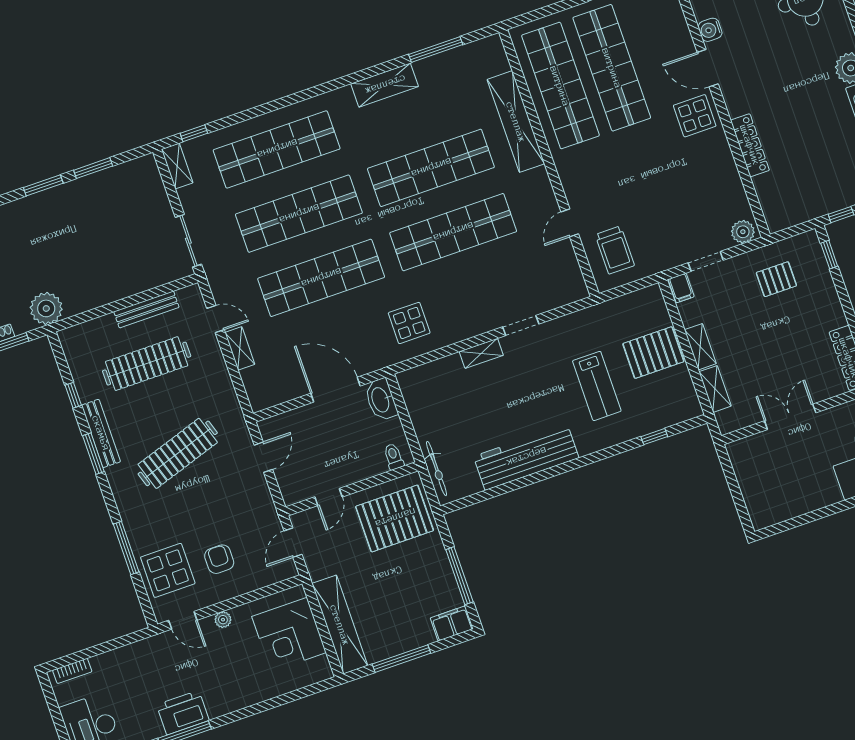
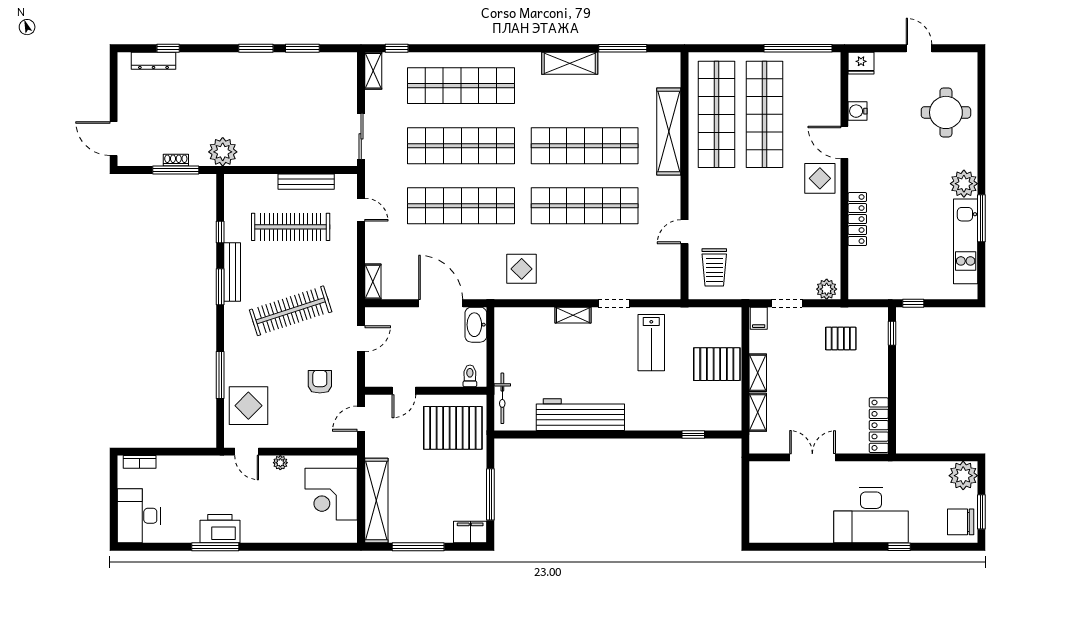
shelving: (240, 348) -> (373, 282), moved
lab bench: (597, 386) -> (651, 343), moved
armchair: (219, 559) -> (320, 382), moved

